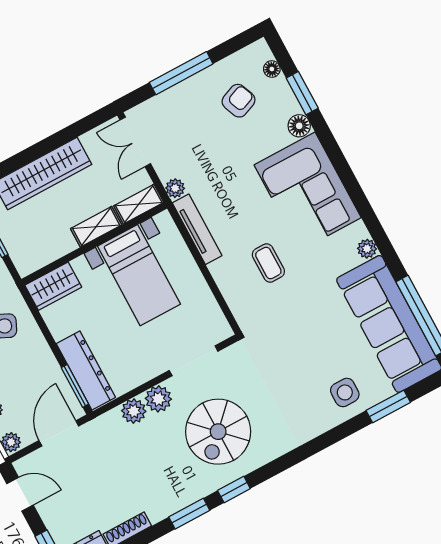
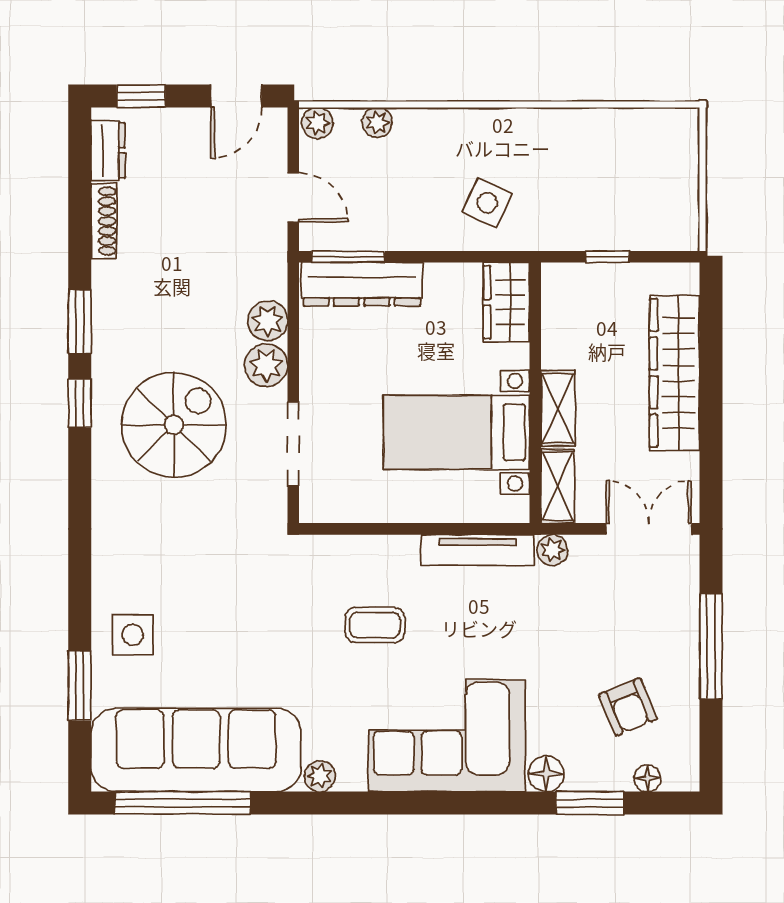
spiral stairs: (218, 432) -> (174, 425), turned 90
door: (59, 433) -> (293, 198), width x0.73

